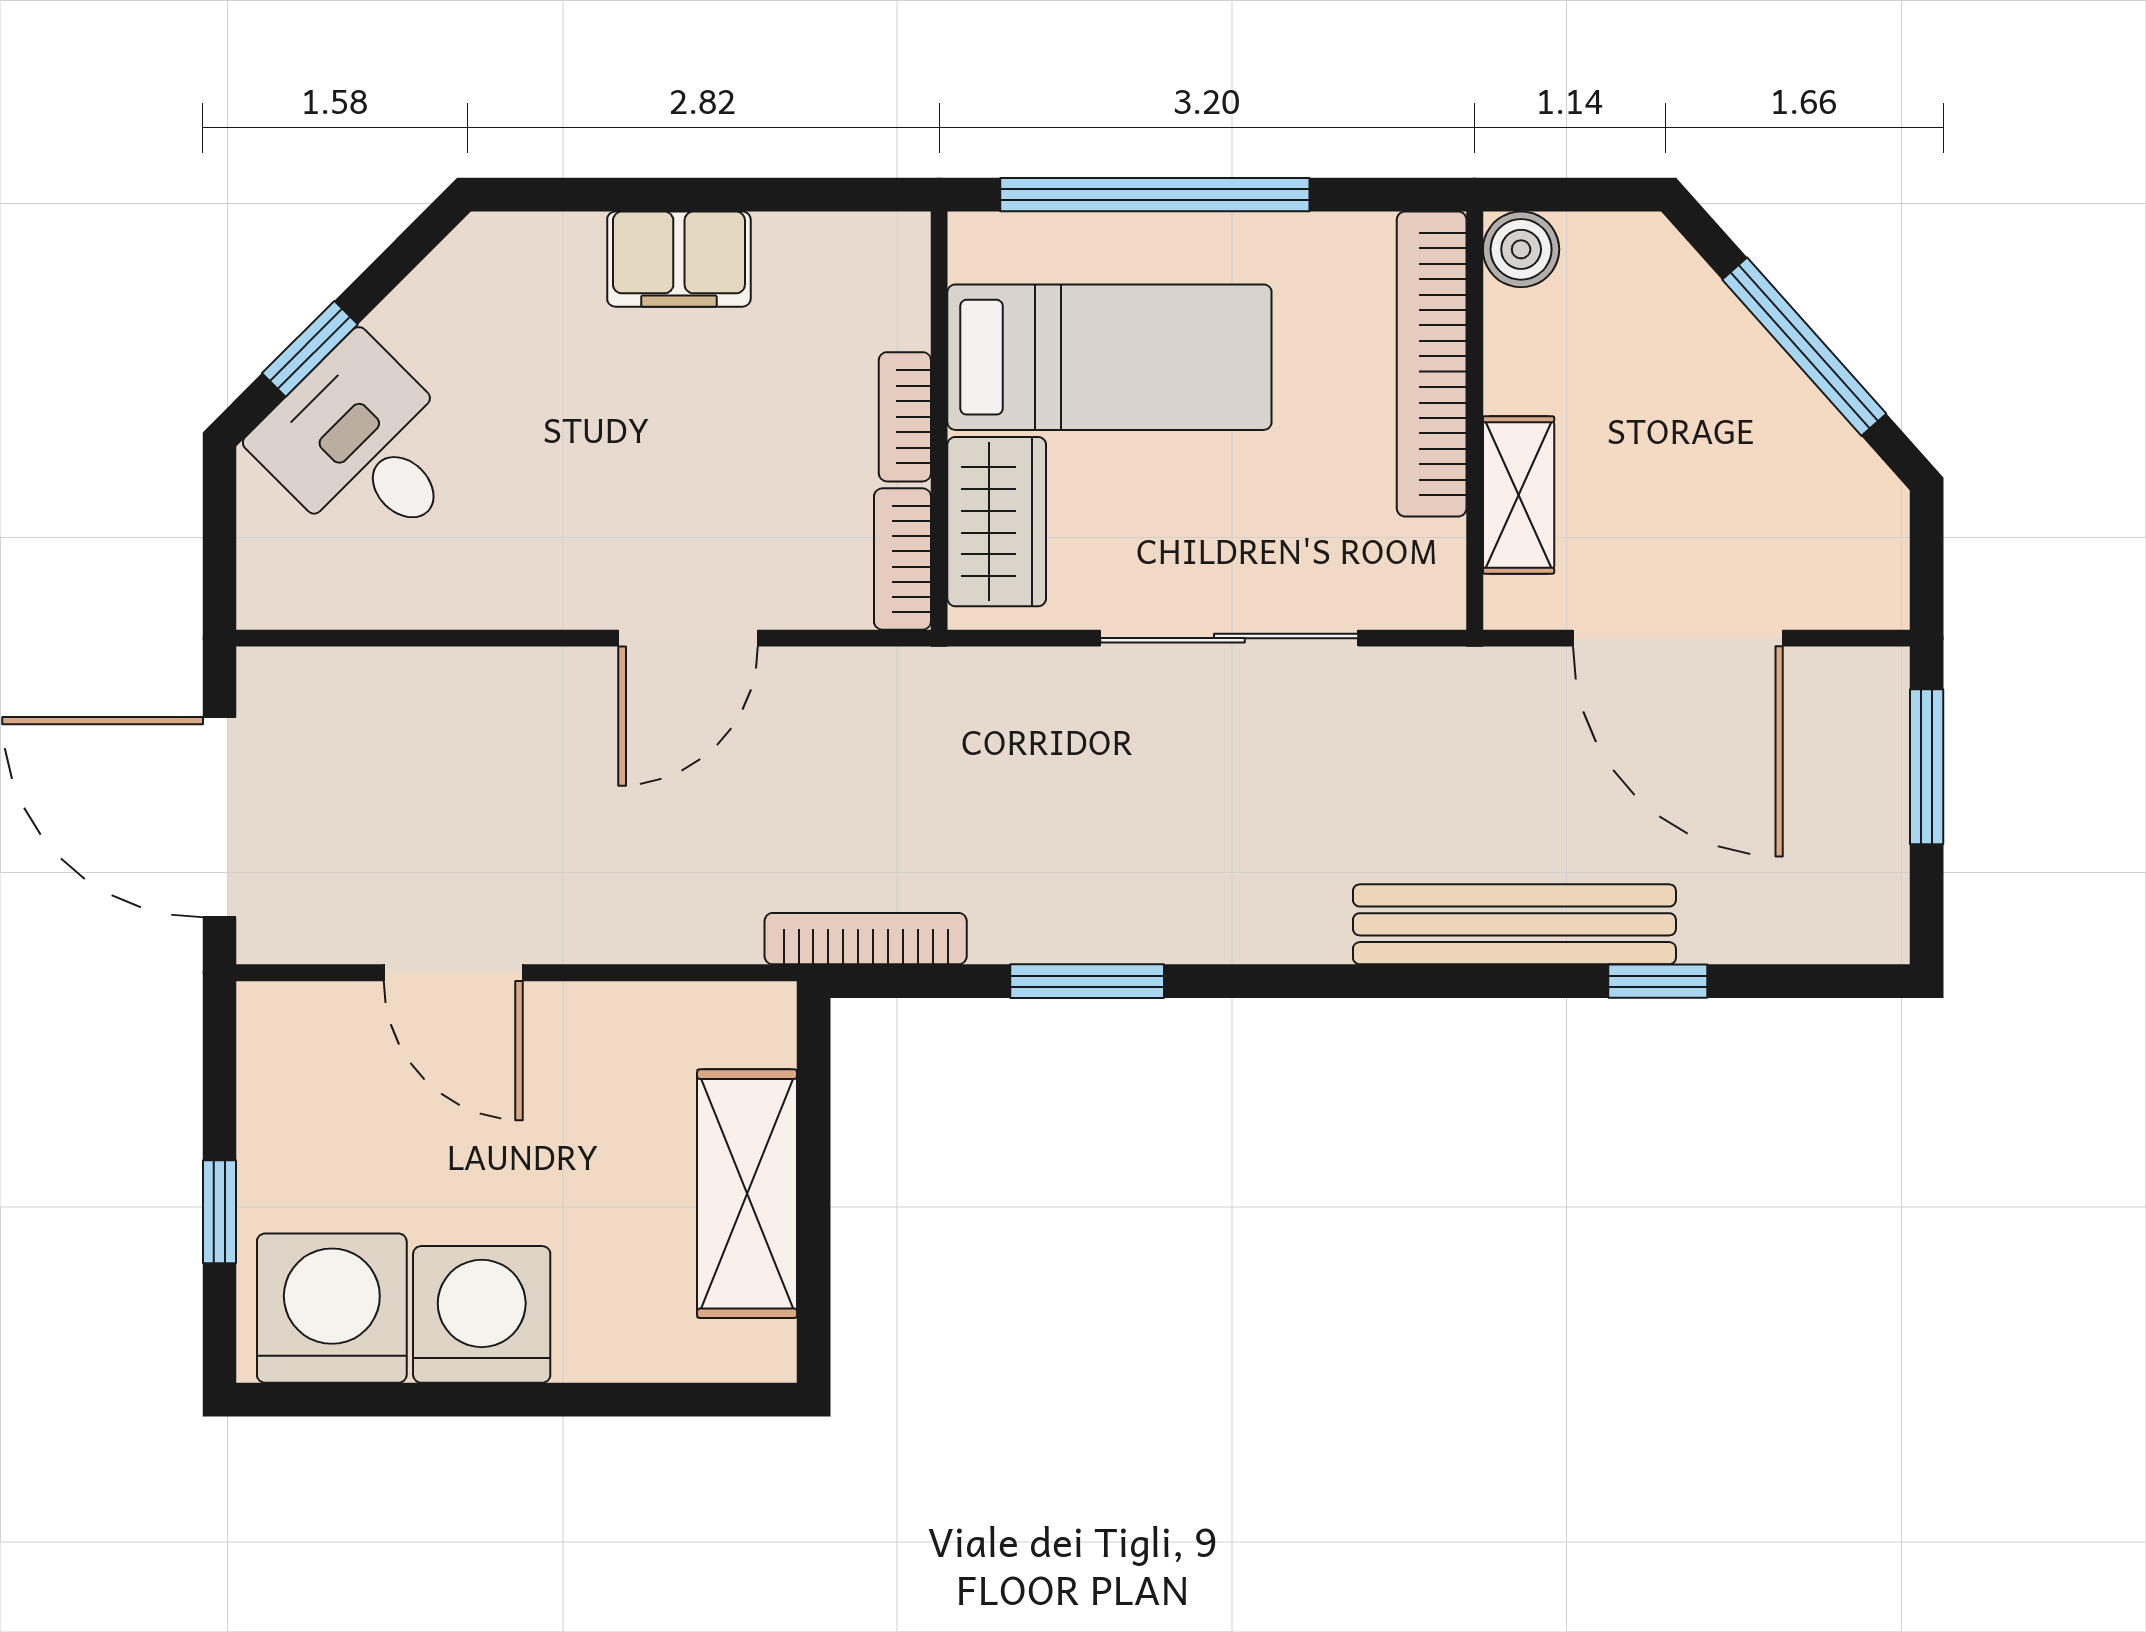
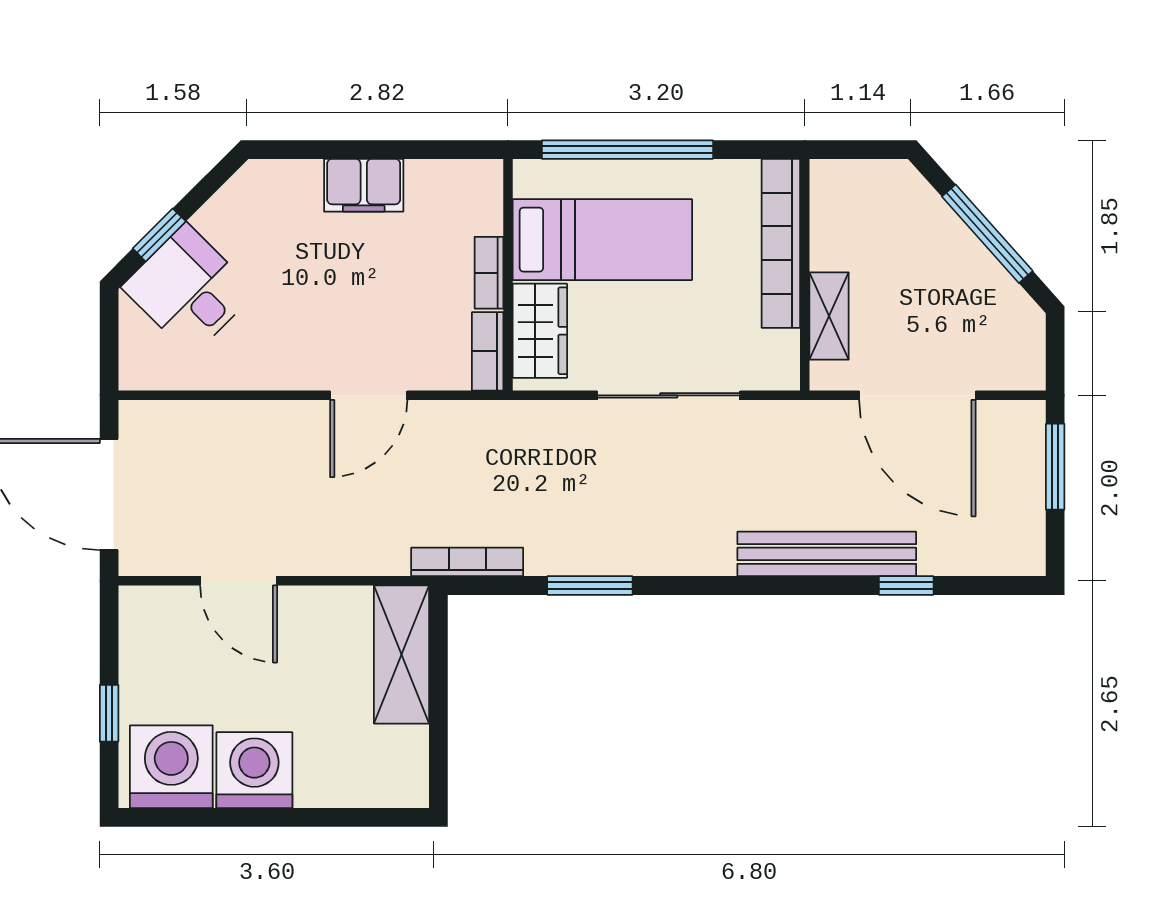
boiler: (1521, 249) -> (830, 180), removed
shelving: (747, 1194) -> (401, 655), moved

